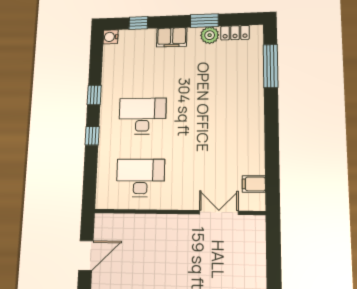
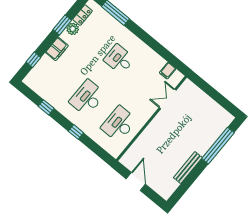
water cooler: (111, 37) -> (29, 80), removed
window: (94, 95) -> (46, 107), moved
desk: (219, 115) -> (119, 59), added

